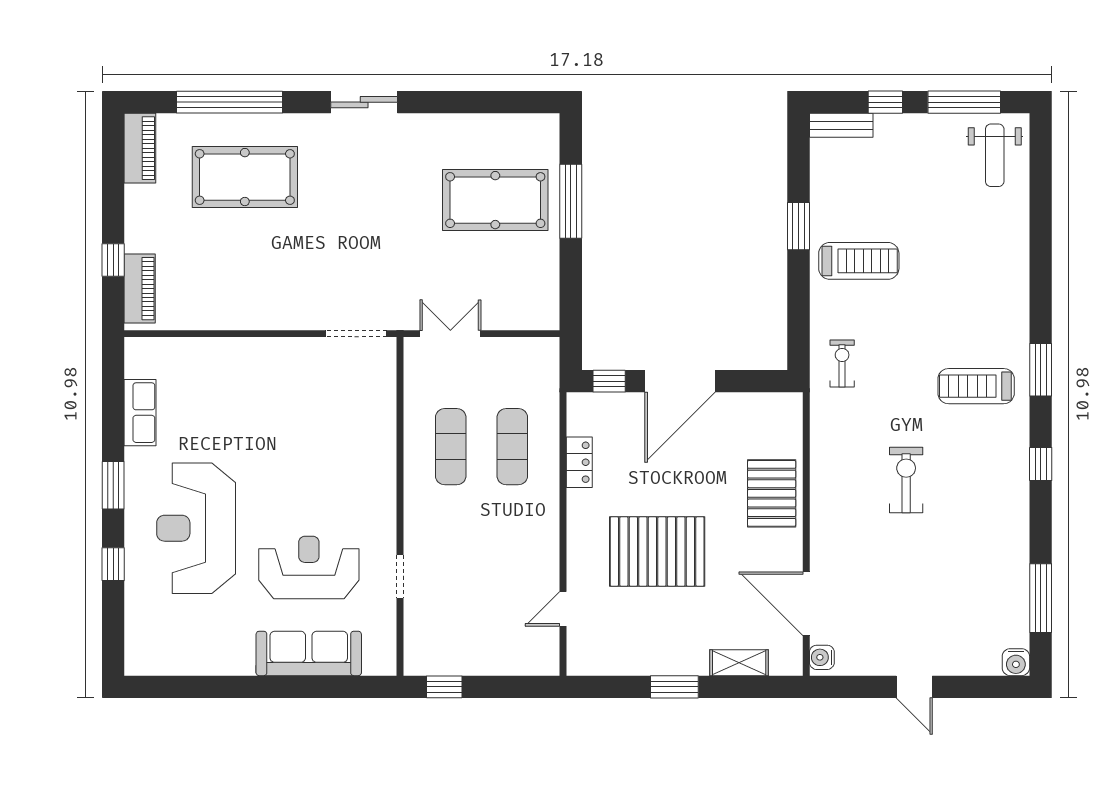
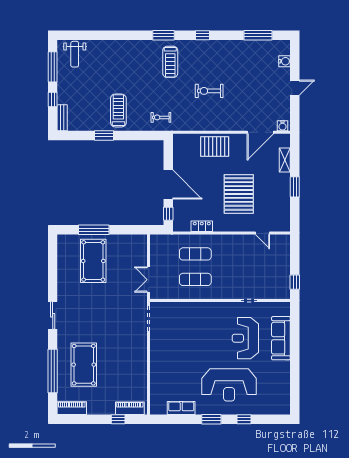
weight bench: (995, 155) -> (75, 54), turned 90
water cooler: (1016, 662) -> (285, 61), moved

